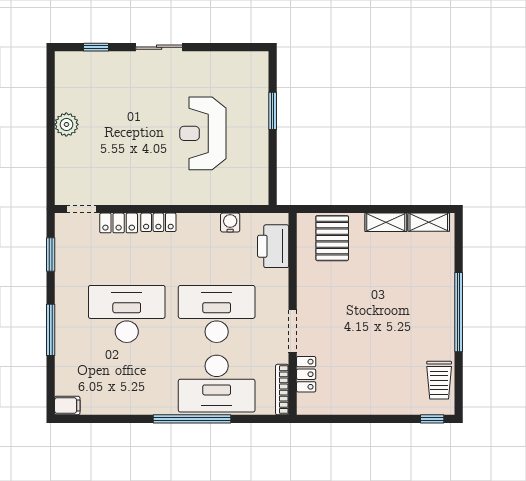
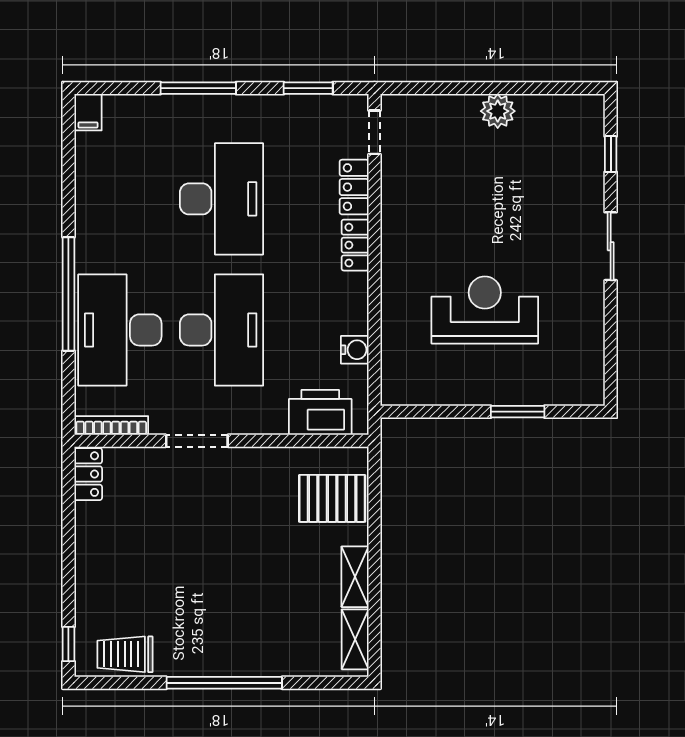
locker: (306, 374) -> (88, 474), moved, turned -90

